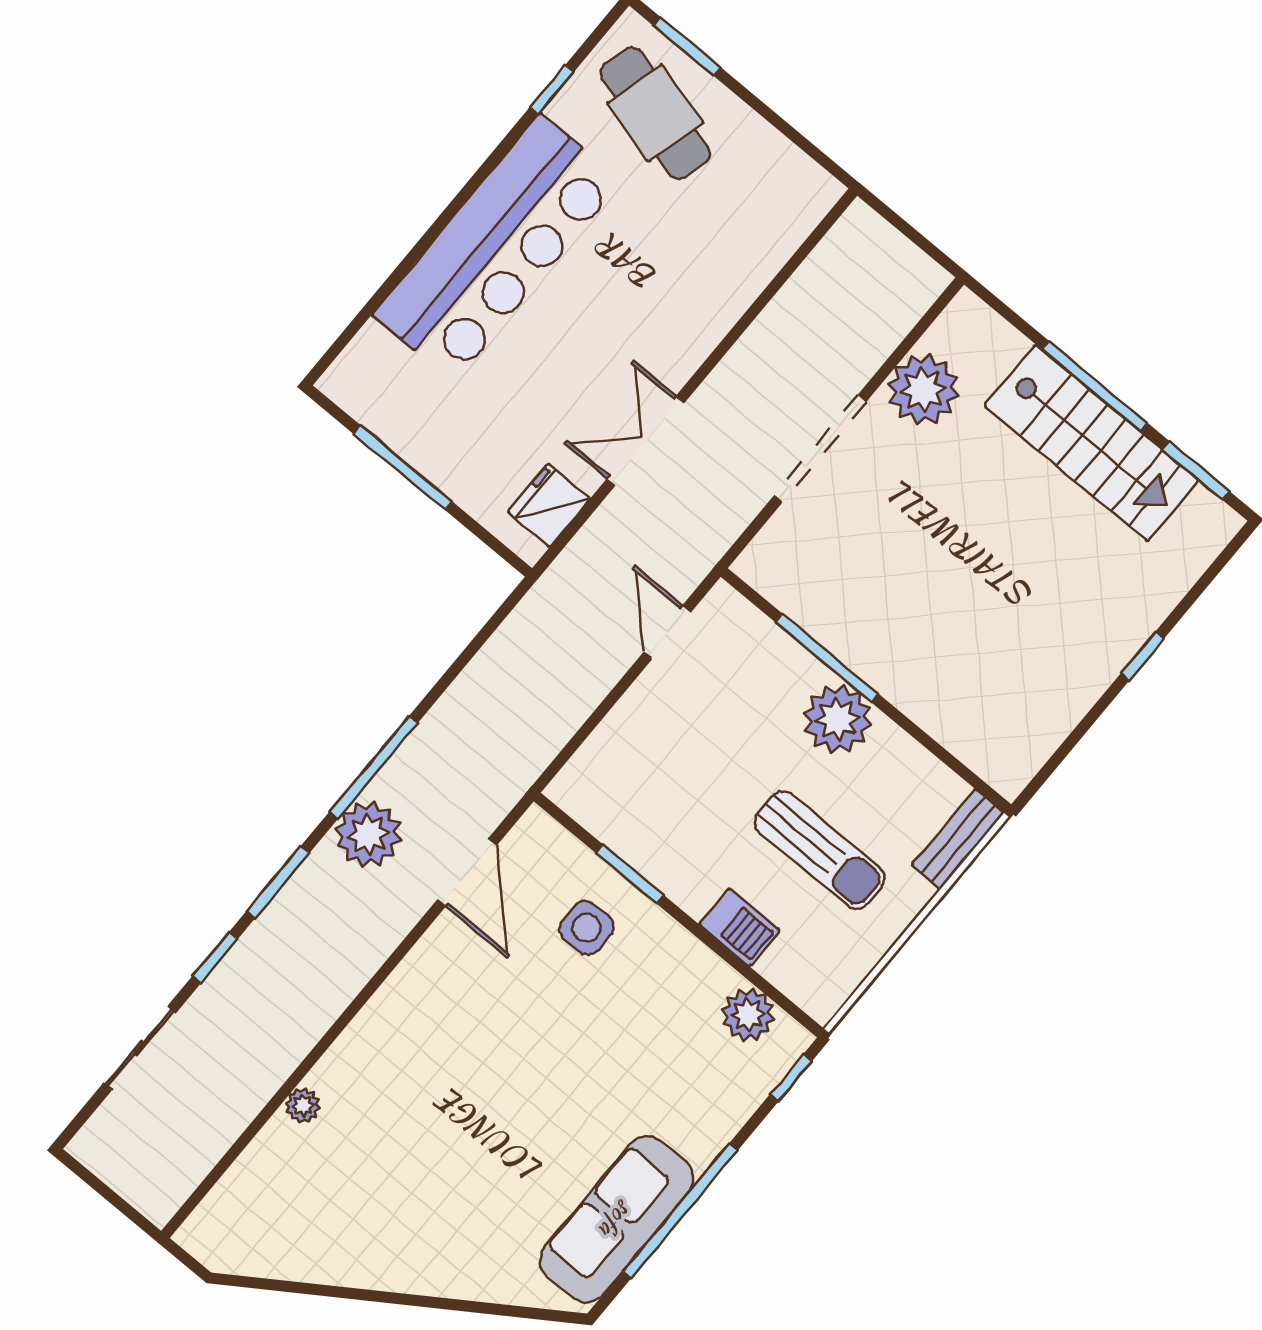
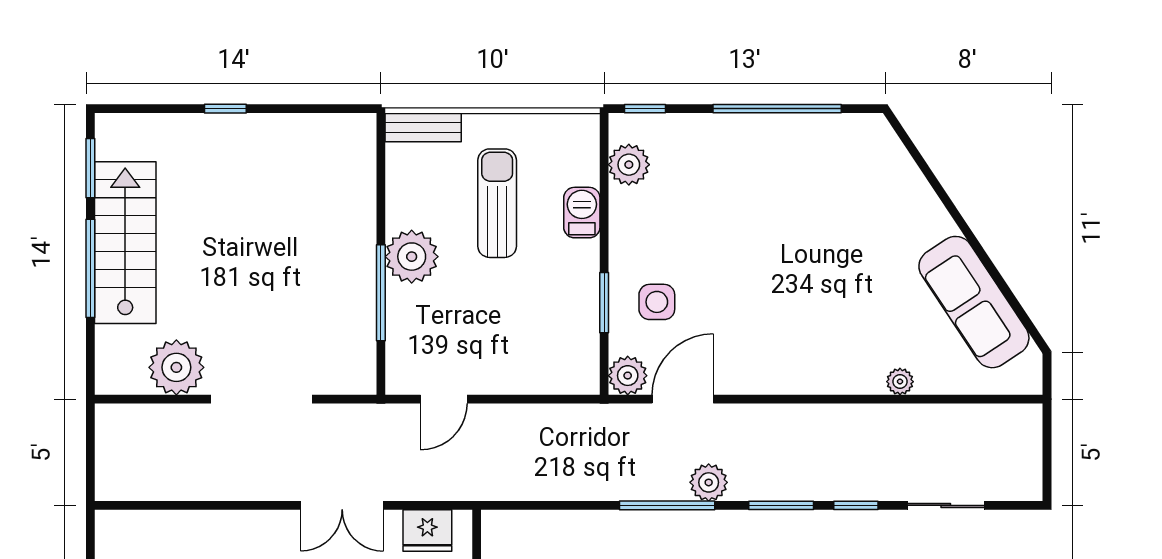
plant: (368, 834) -> (709, 482), width x0.73, depth x0.73
plant: (537, 837) -> (628, 376), added
sofa: (617, 1219) -> (974, 302), moved, turned 56

